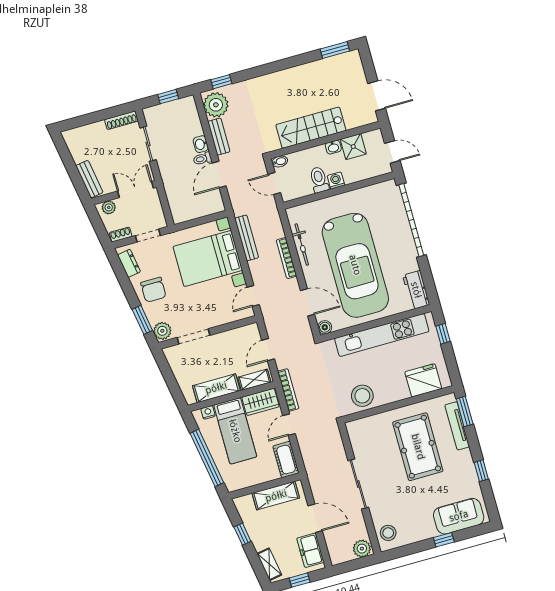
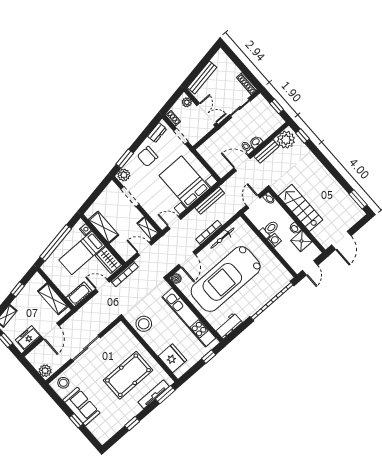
bench: (89, 179) -> (202, 77), width x1.36
shelving: (254, 380) -> (148, 228), moved
sofa: (459, 516) -> (81, 406), moved

